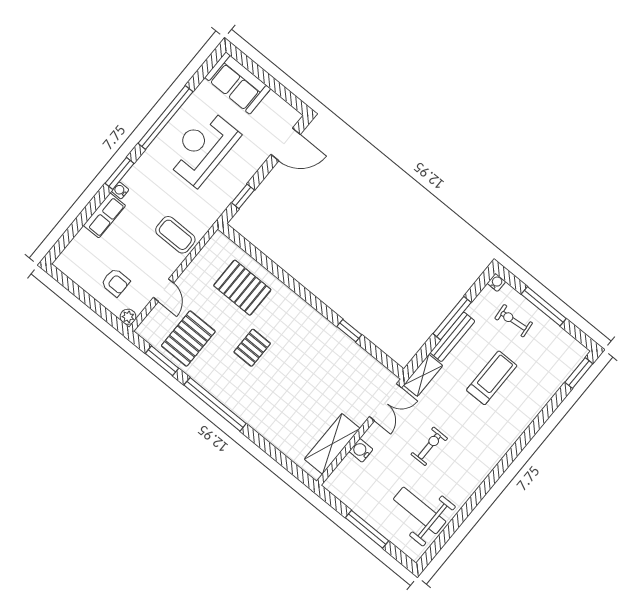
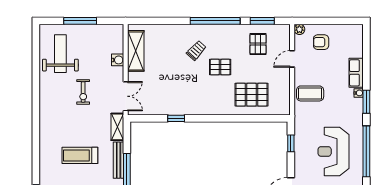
reception desk: (203, 148) -> (333, 151), turned 180
door: (164, 290) -> (292, 59), hinge flipped
pallet: (188, 339) -> (258, 44), width x0.67, depth x0.71
pallet: (252, 348) -> (220, 67), turned 90
treadmill: (492, 378) -> (80, 155), turned 90
trolley: (264, 388) -> (196, 50), added
double door: (385, 402) -> (126, 96), swing flipped
weight bench: (420, 510) -> (60, 54), turned -90

